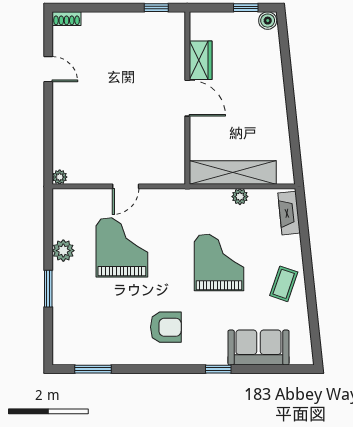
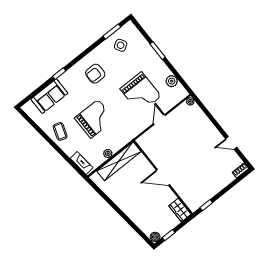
wardrobe: (201, 60) -> (180, 210), moved
plant: (63, 251) -> (172, 81), moved
grand piano: (219, 262) -> (94, 119), turned -90
side table: (96, 339) -> (121, 45), added

